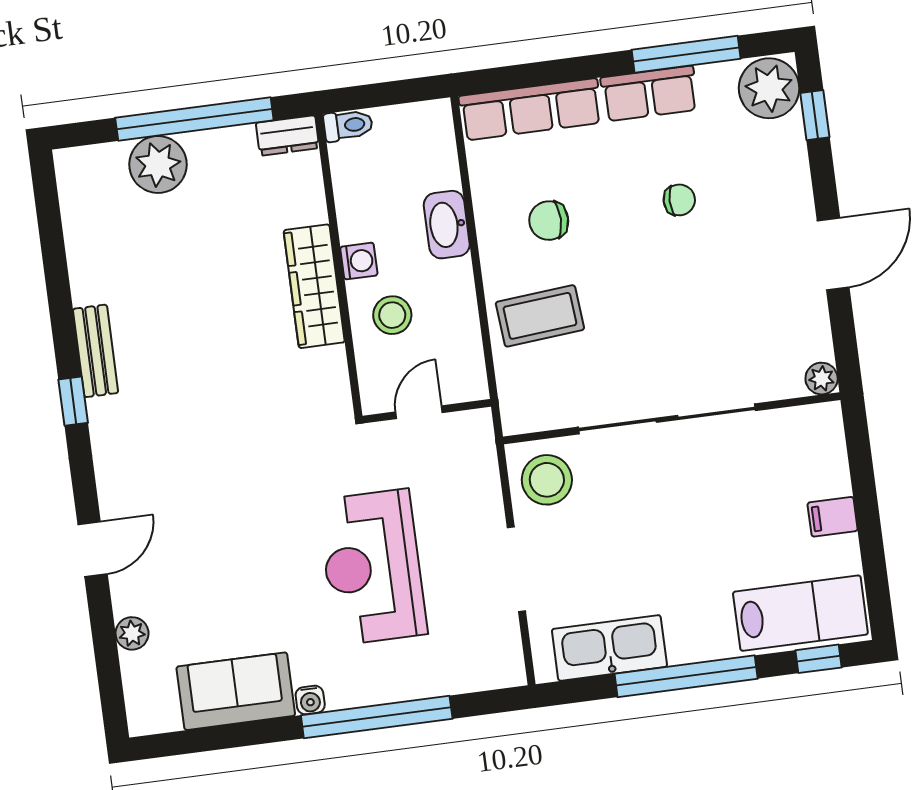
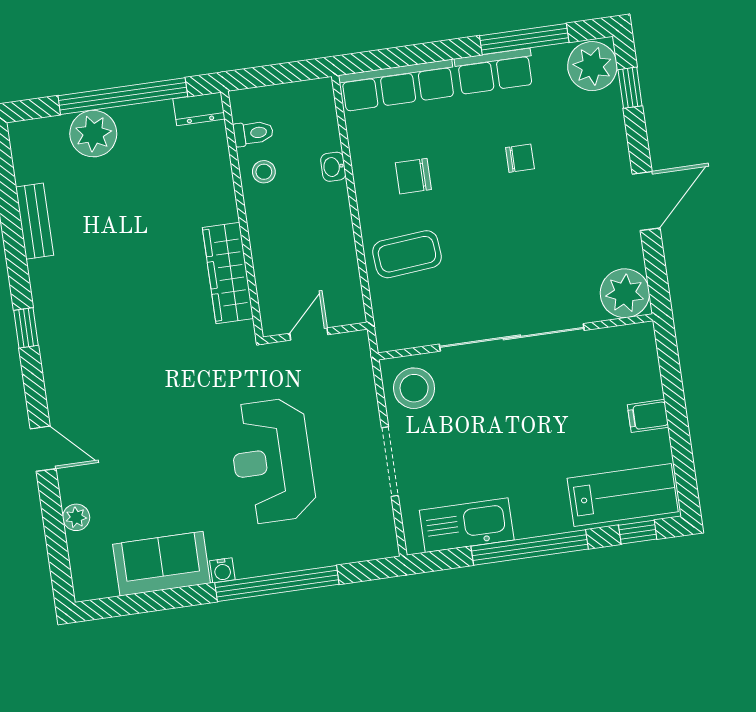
toilet: (348, 125) -> (253, 133), moved
washbasin: (447, 225) -> (333, 167), width x0.52, depth x0.69
washing machine: (359, 261) -> (258, 211), removed
wardrobe: (314, 286) -> (228, 273), moved
stool: (392, 315) -> (264, 172), moved, width x0.73, depth x0.73
bench: (96, 351) -> (35, 221), moved
plant: (822, 379) -> (625, 293), width x1.87, depth x1.87
door: (93, 549) -> (43, 449), hinge flipped

